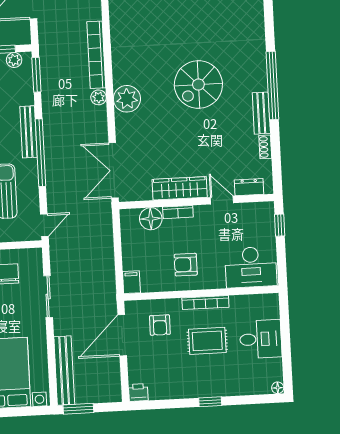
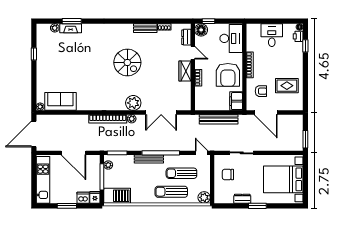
window: (272, 85) -> (130, 21), removed
double door: (114, 170) -> (161, 112), moved
wardrobe: (180, 188) -> (185, 71), width x0.67
door: (222, 200) -> (193, 53), swing flipped
floor lamp: (151, 219) -> (201, 30), moved
armchair: (186, 265) -> (228, 75), width x1.88, depth x1.88
filing cabinet: (131, 282) -> (236, 101), width x2.00
rug: (207, 341) -> (287, 86), moved, turned 90
bench: (64, 370) -> (219, 119), moved
printer: (138, 392) -> (298, 36), moved
window: (210, 402) -> (305, 46), moved

